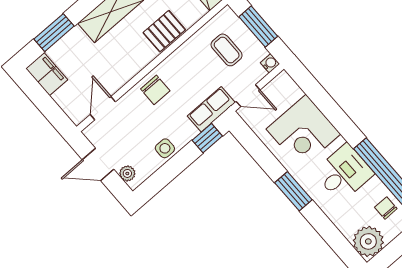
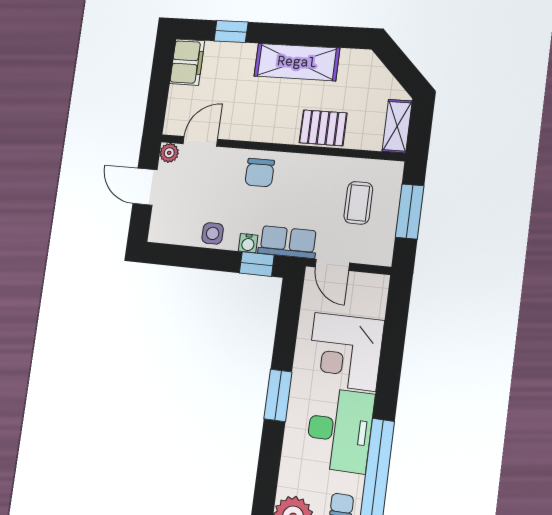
window: (54, 33) -> (231, 31), width x0.67
water cooler: (270, 63) -> (248, 243), moved, turned 90
plant: (127, 173) -> (169, 153), moved
desk: (344, 173) -> (340, 430), width x1.37

